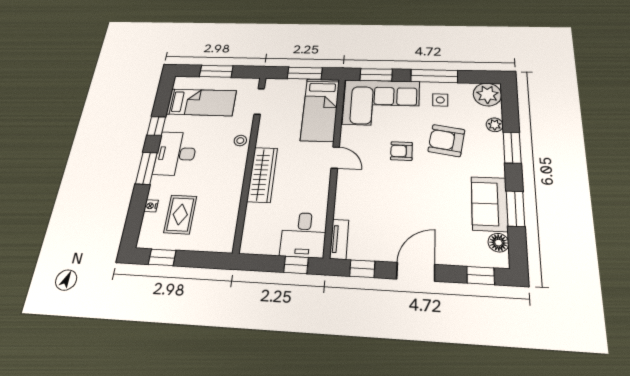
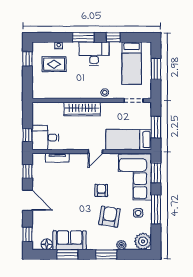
tv unit: (339, 239) -> (57, 158), moved

